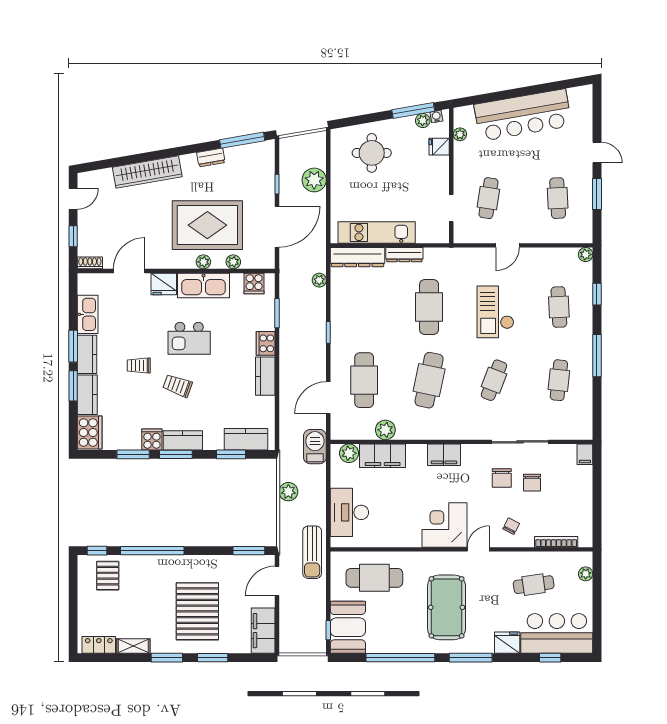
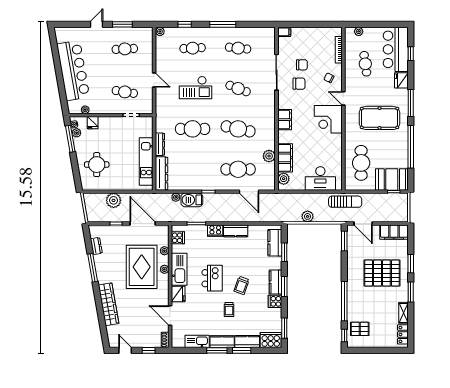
window: (242, 140) -> (93, 268), moved
dresser: (211, 158) -> (96, 246), moved
barbecue: (315, 447) -> (192, 200), moved
window: (133, 454) -> (284, 328), moved

